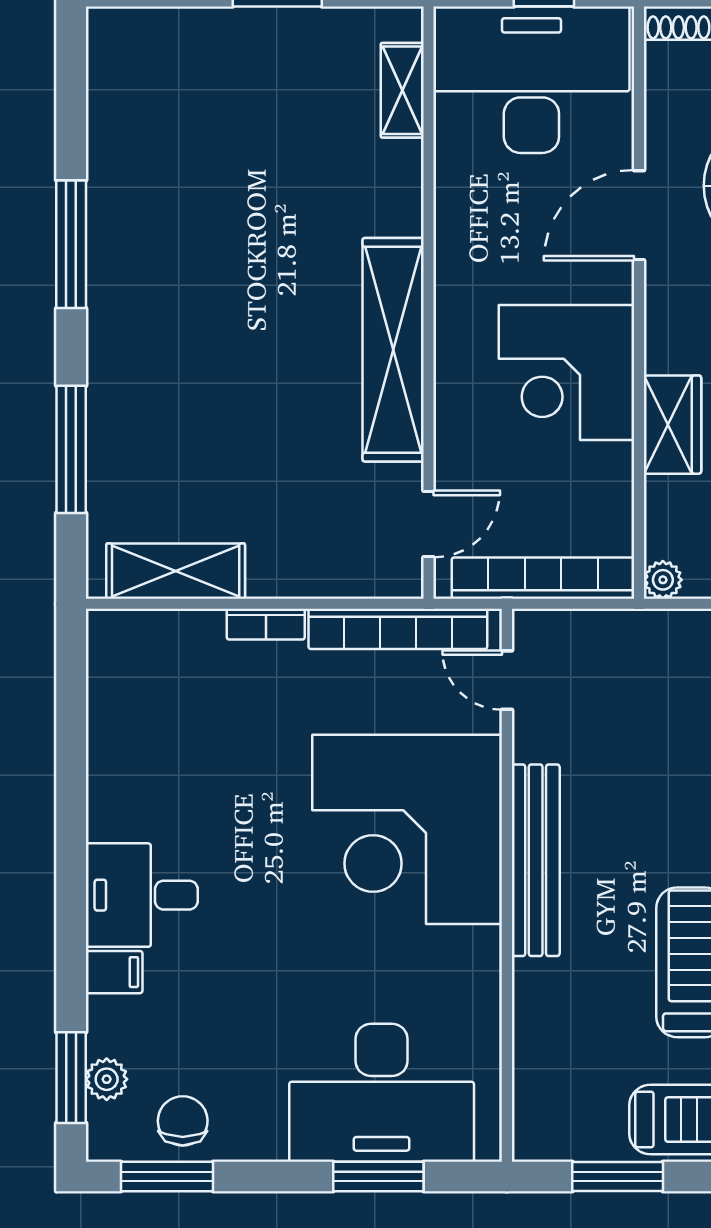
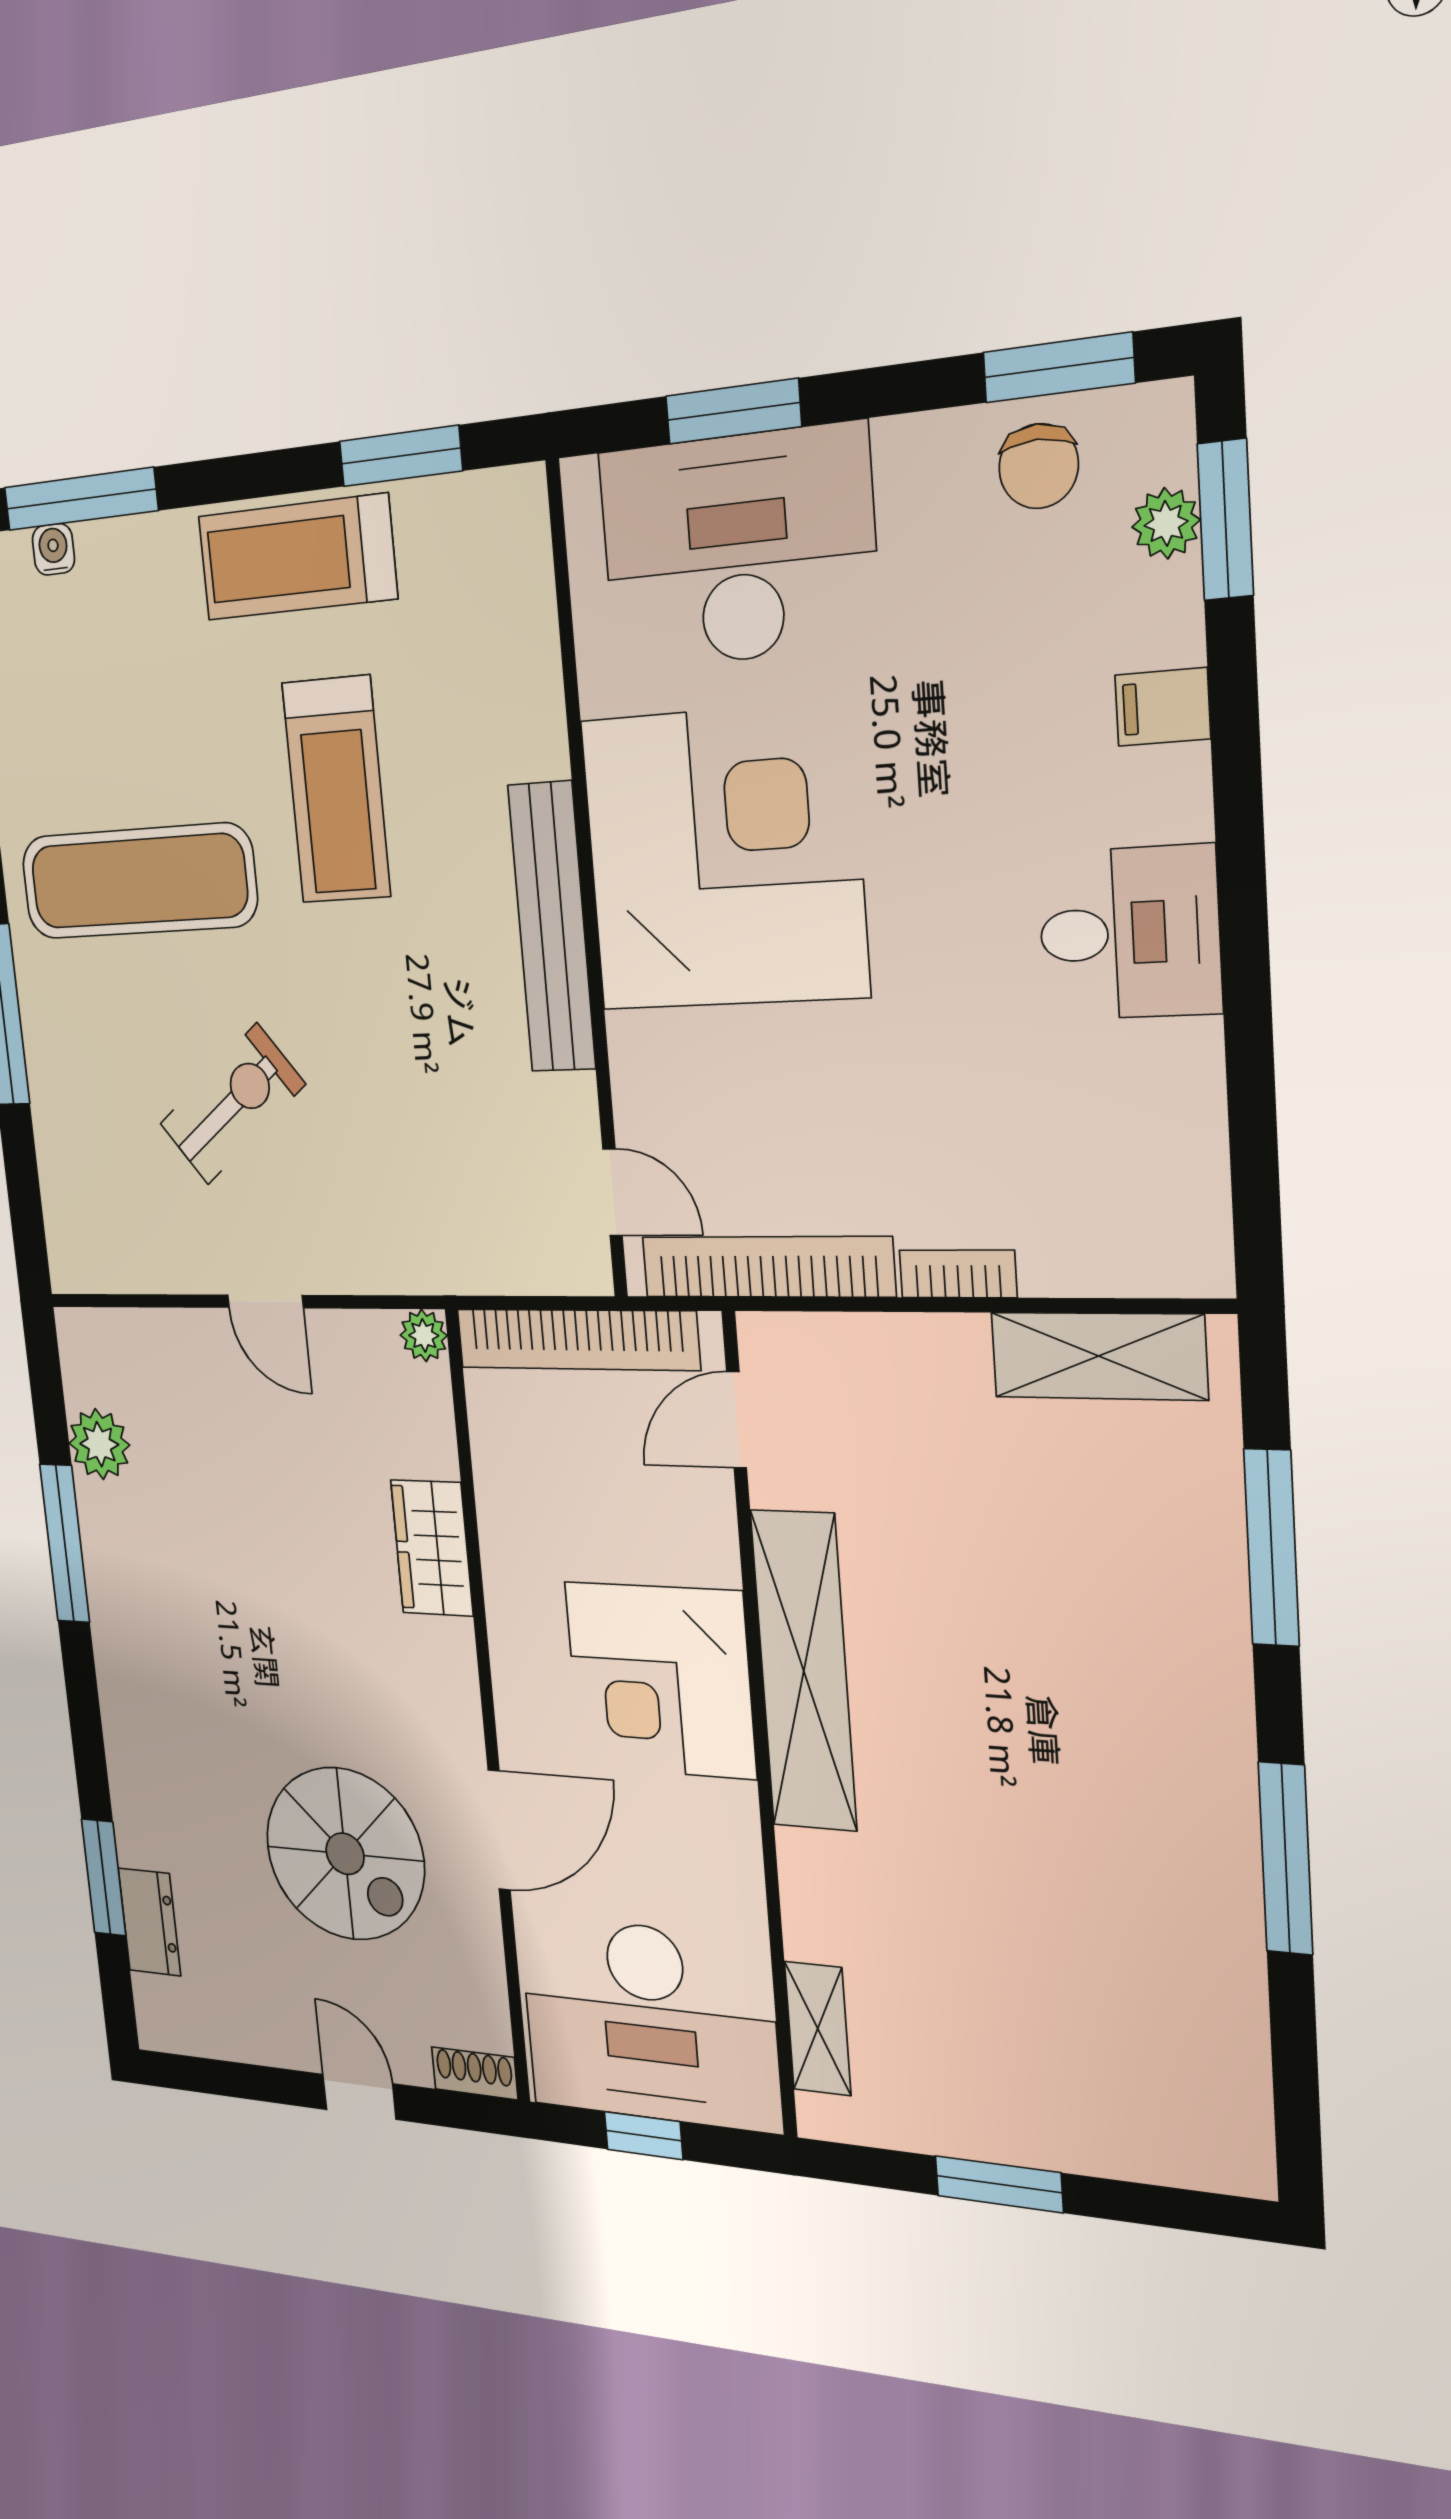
corner desk: (566, 372) -> (660, 1680), moved, turned 180
corner desk: (407, 829) -> (724, 858), moved
desk: (142, 895) -> (1129, 933), moved

